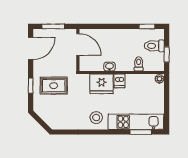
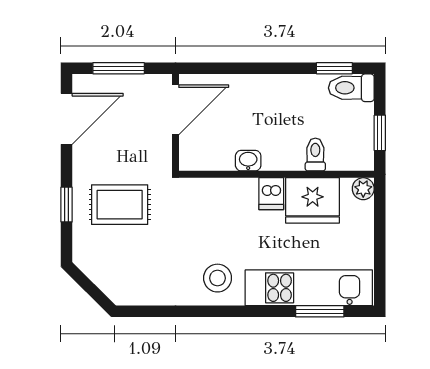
door: (78, 44) -> (175, 110), hinge flipped
toilet: (154, 46) -> (351, 88), moved
fridge: (102, 84) -> (313, 200), moved

